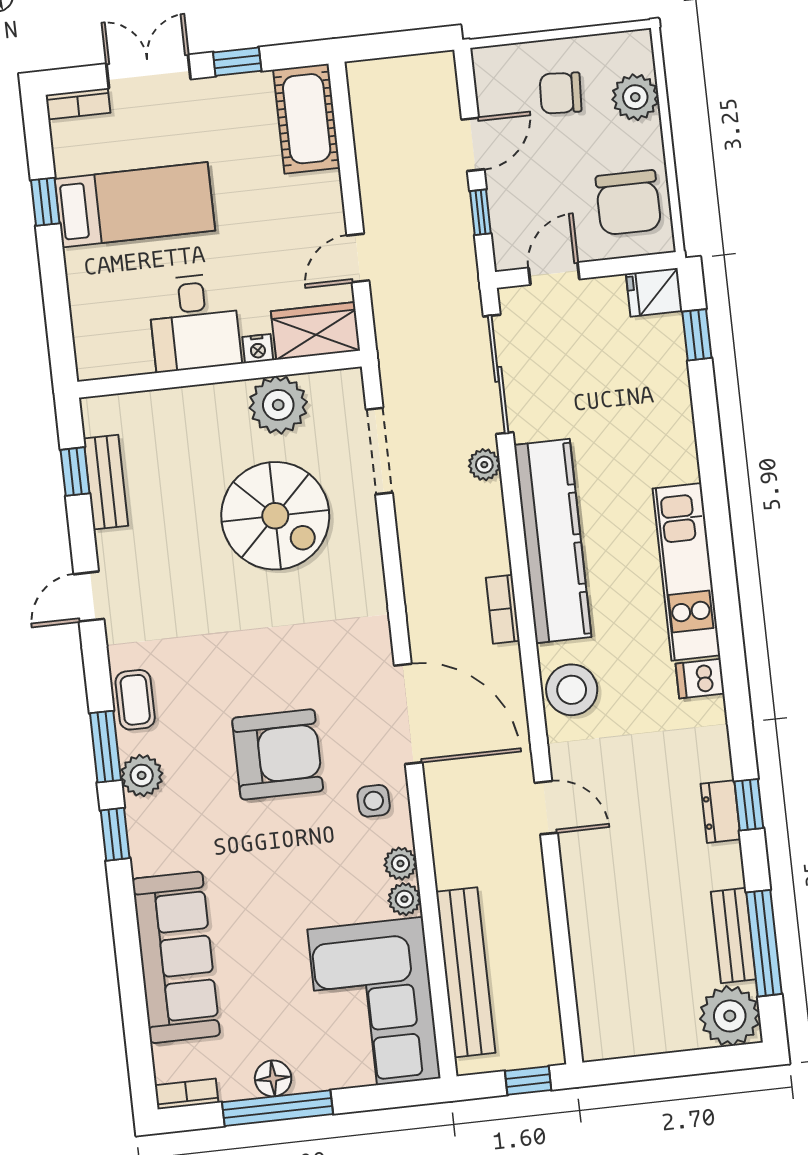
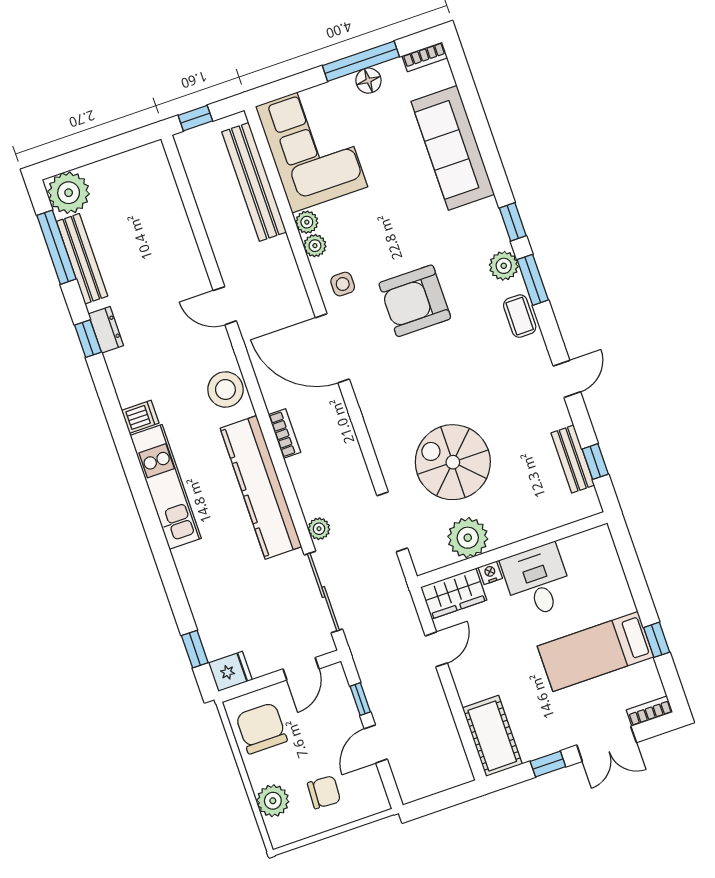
bench: (734, 936) -> (82, 259), width x1.36

